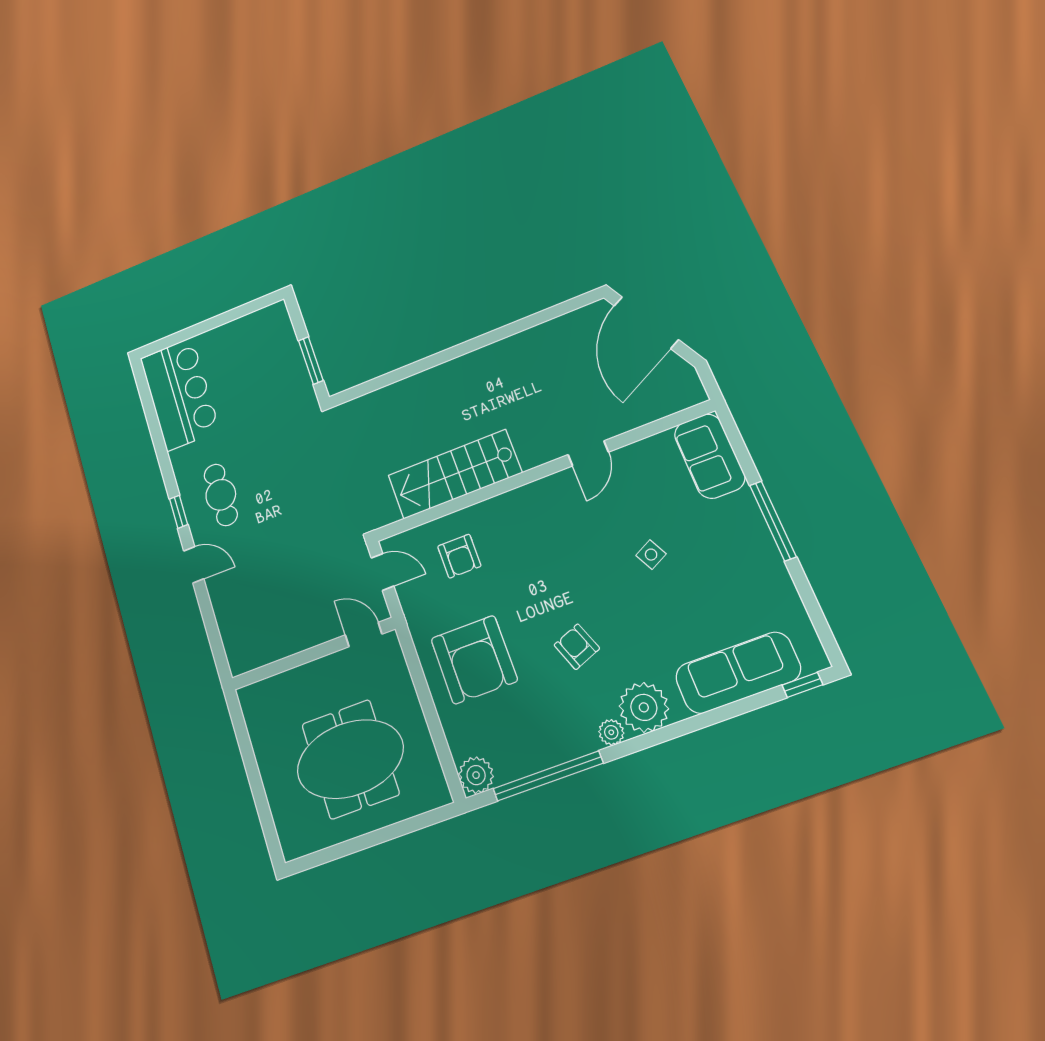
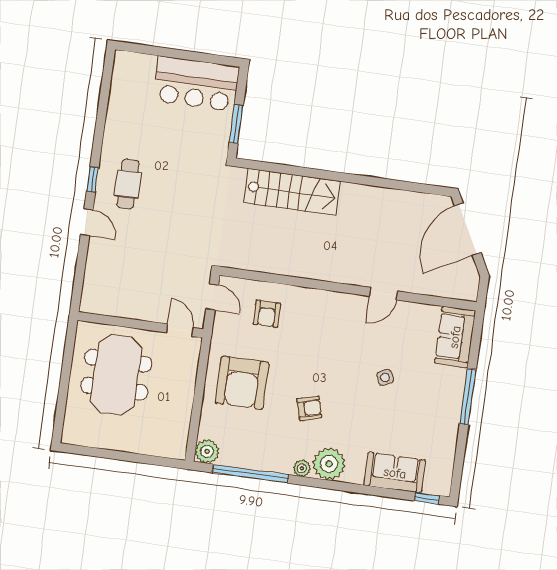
bar counter: (180, 394) -> (196, 84), moved, turned 90
stairs: (455, 474) -> (292, 192), moved, turned 180
armchair: (577, 647) -> (309, 408), turned 95
sofa: (738, 673) -> (395, 473), width x0.73
meeting table: (350, 759) -> (116, 375), moved, turned 90

